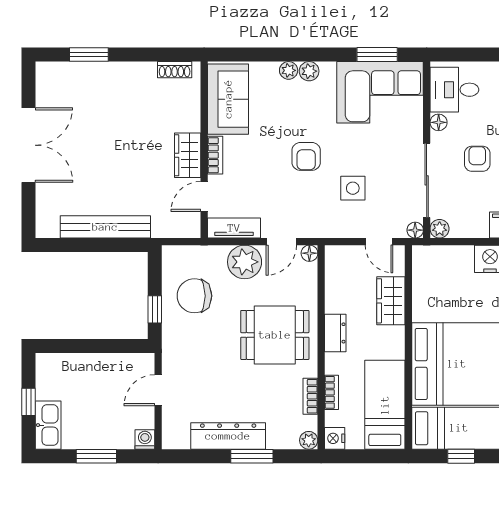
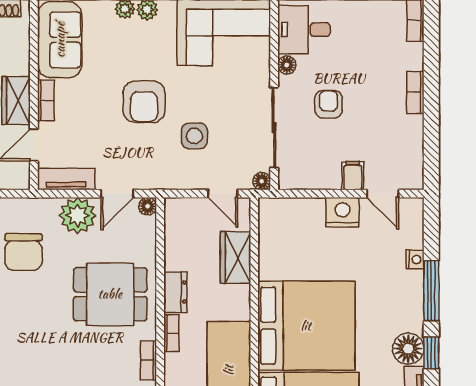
armchair: (306, 156) -> (144, 102), width x1.38, depth x1.38
plant: (440, 229) -> (288, 180), removed
chair: (194, 296) -> (23, 252), turned -90
bookcase: (331, 392) -> (171, 333), moved

